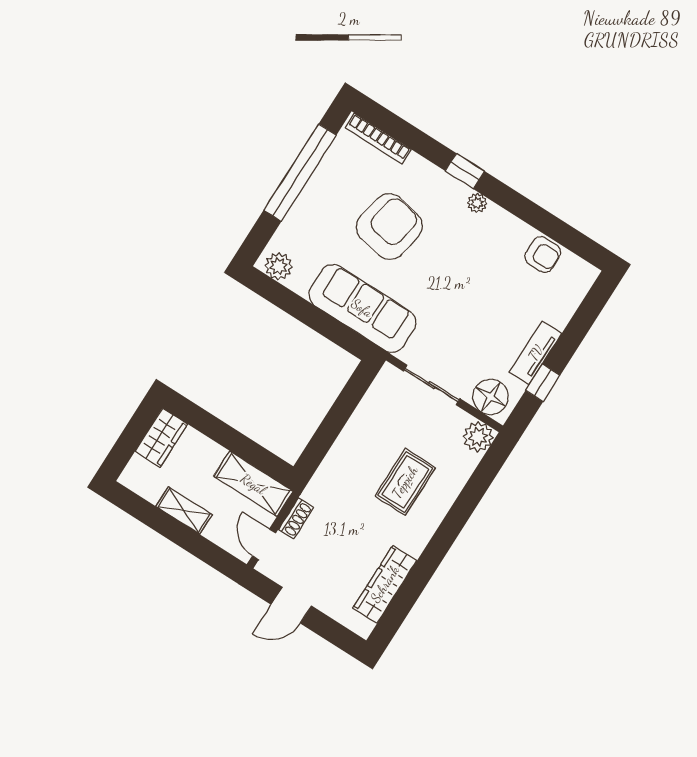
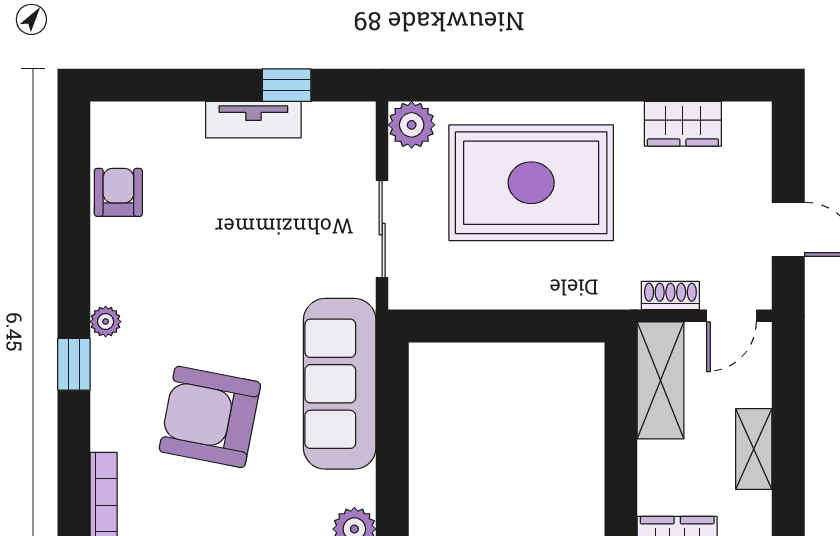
floor lamp: (491, 397) -> (349, 142), removed
rug: (405, 482) -> (531, 183), width x1.86, depth x2.06
wardrobe: (385, 584) -> (683, 124), width x0.67

